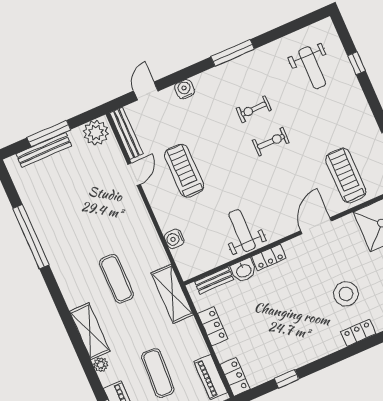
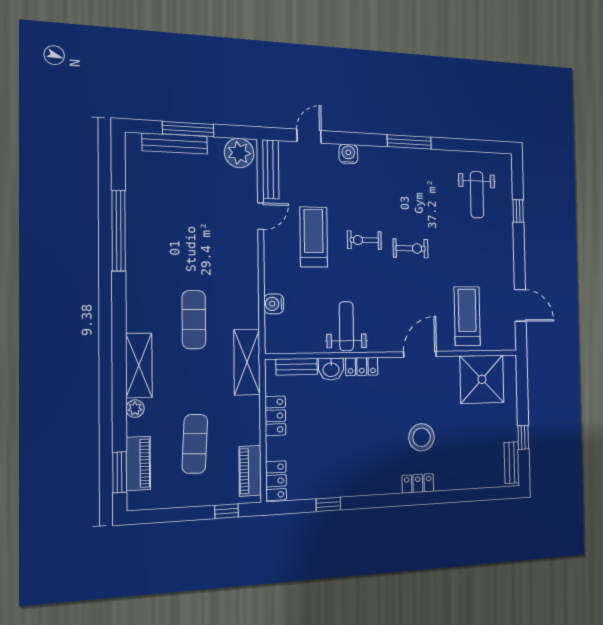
exercise bike: (254, 109) -> (364, 240), moved

